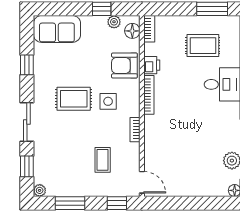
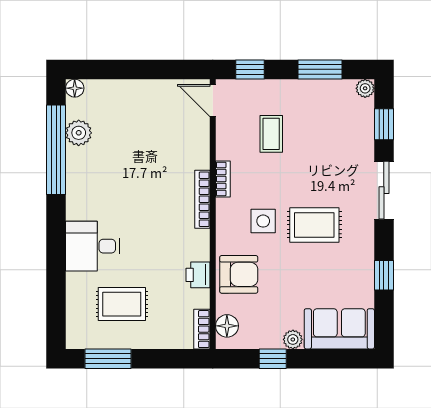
plant: (114, 22) -> (293, 339), moved
bookcase: (149, 95) -> (202, 199), moved

